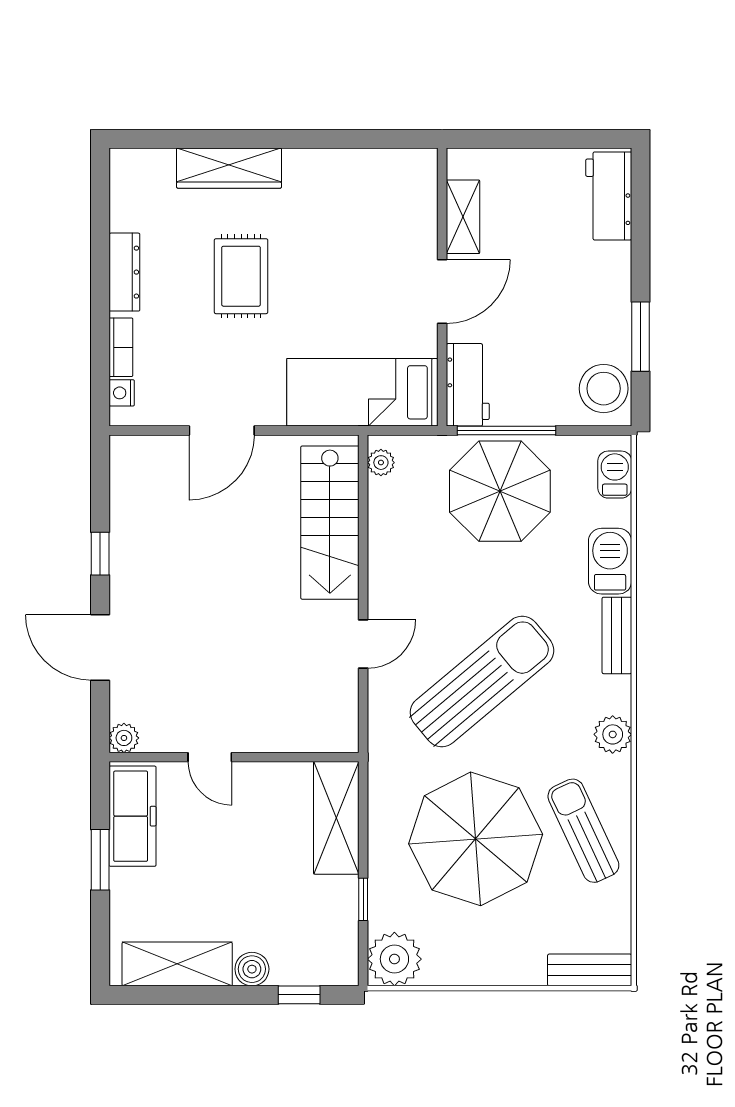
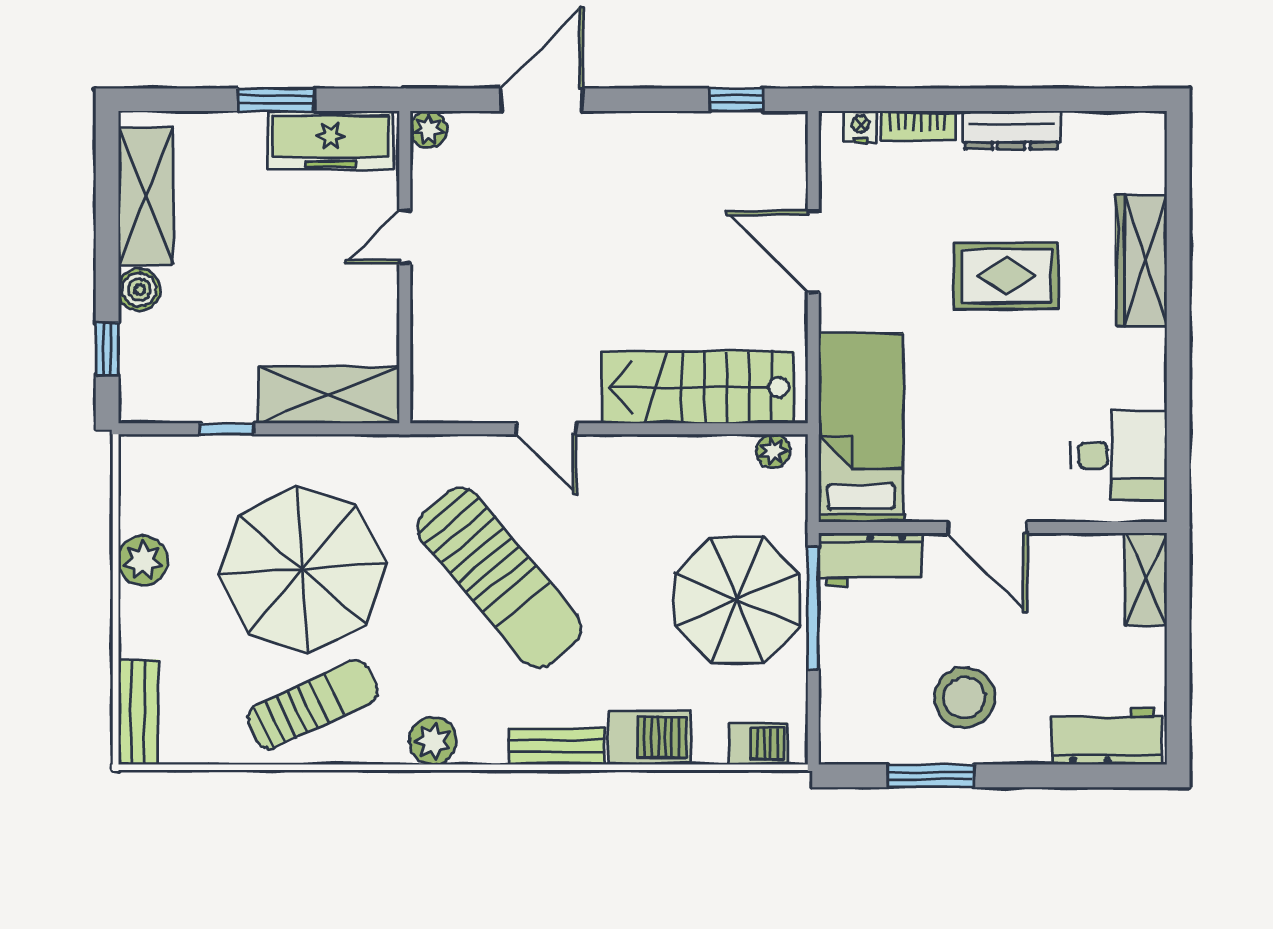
desk: (384, 186) -> (1119, 455), added
shelving: (463, 217) -> (1146, 579), moved, turned 90
stool: (604, 389) -> (965, 698), moved
window: (100, 554) -> (736, 100), moved
plant: (394, 959) -> (143, 561), moved, width x0.73, depth x0.73

